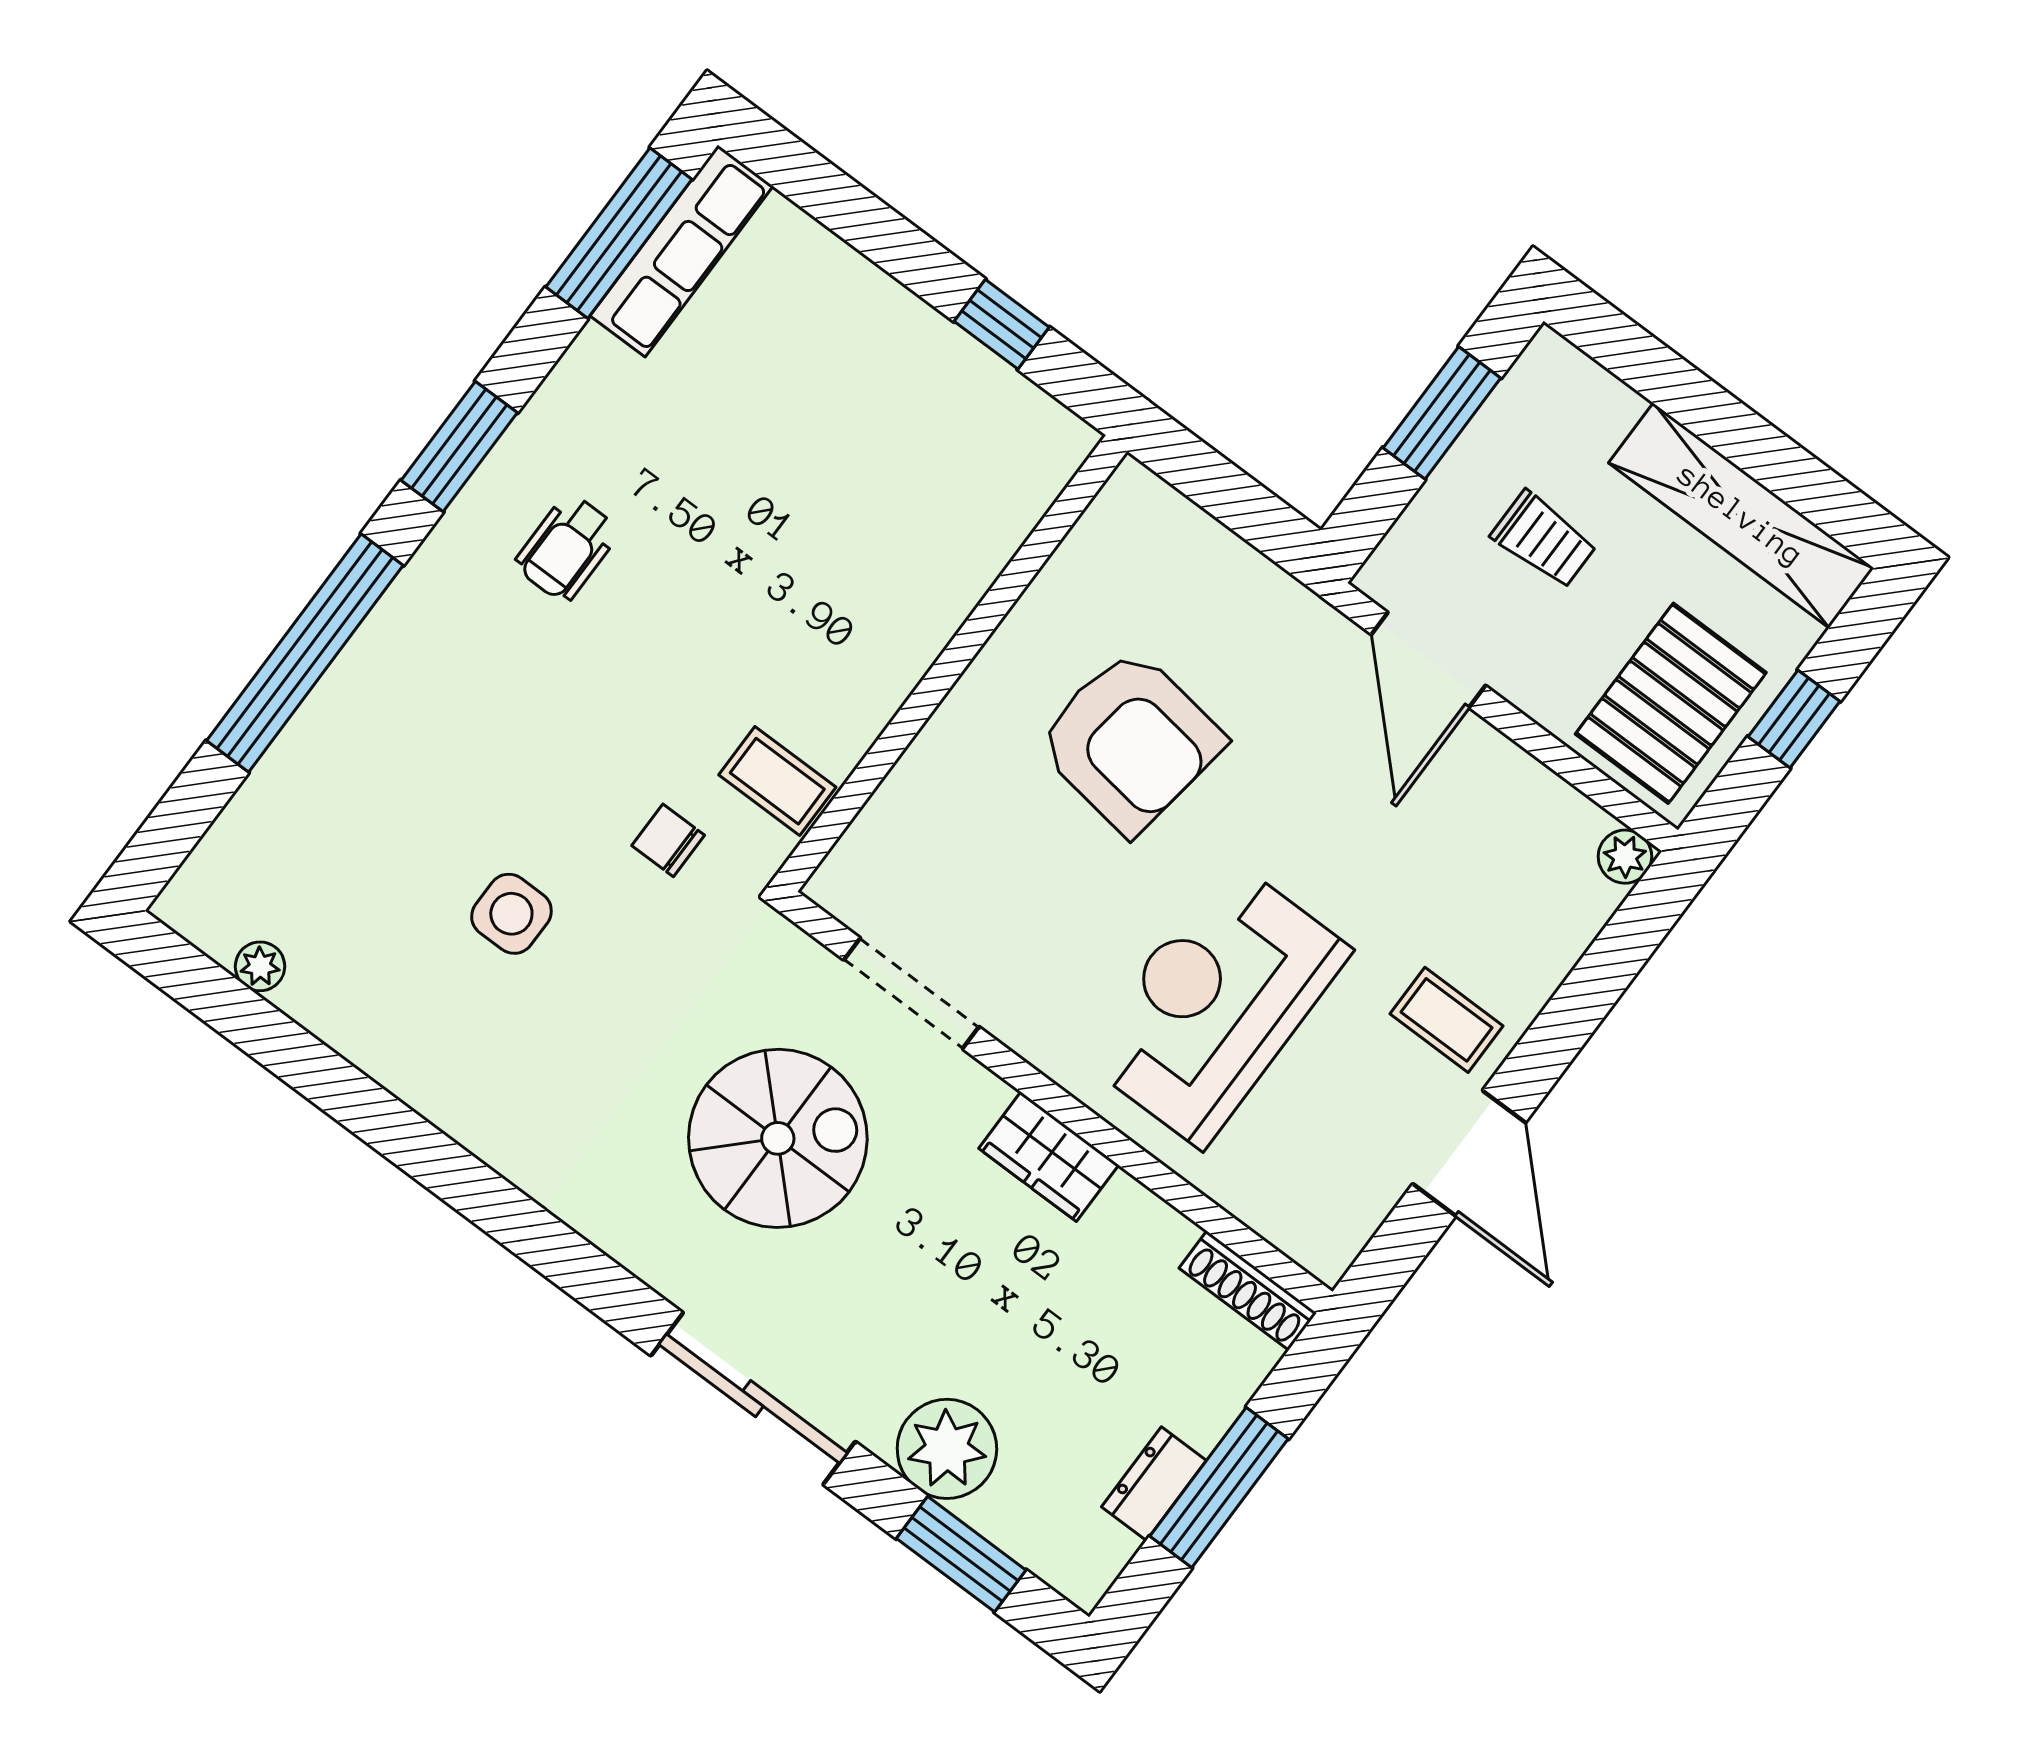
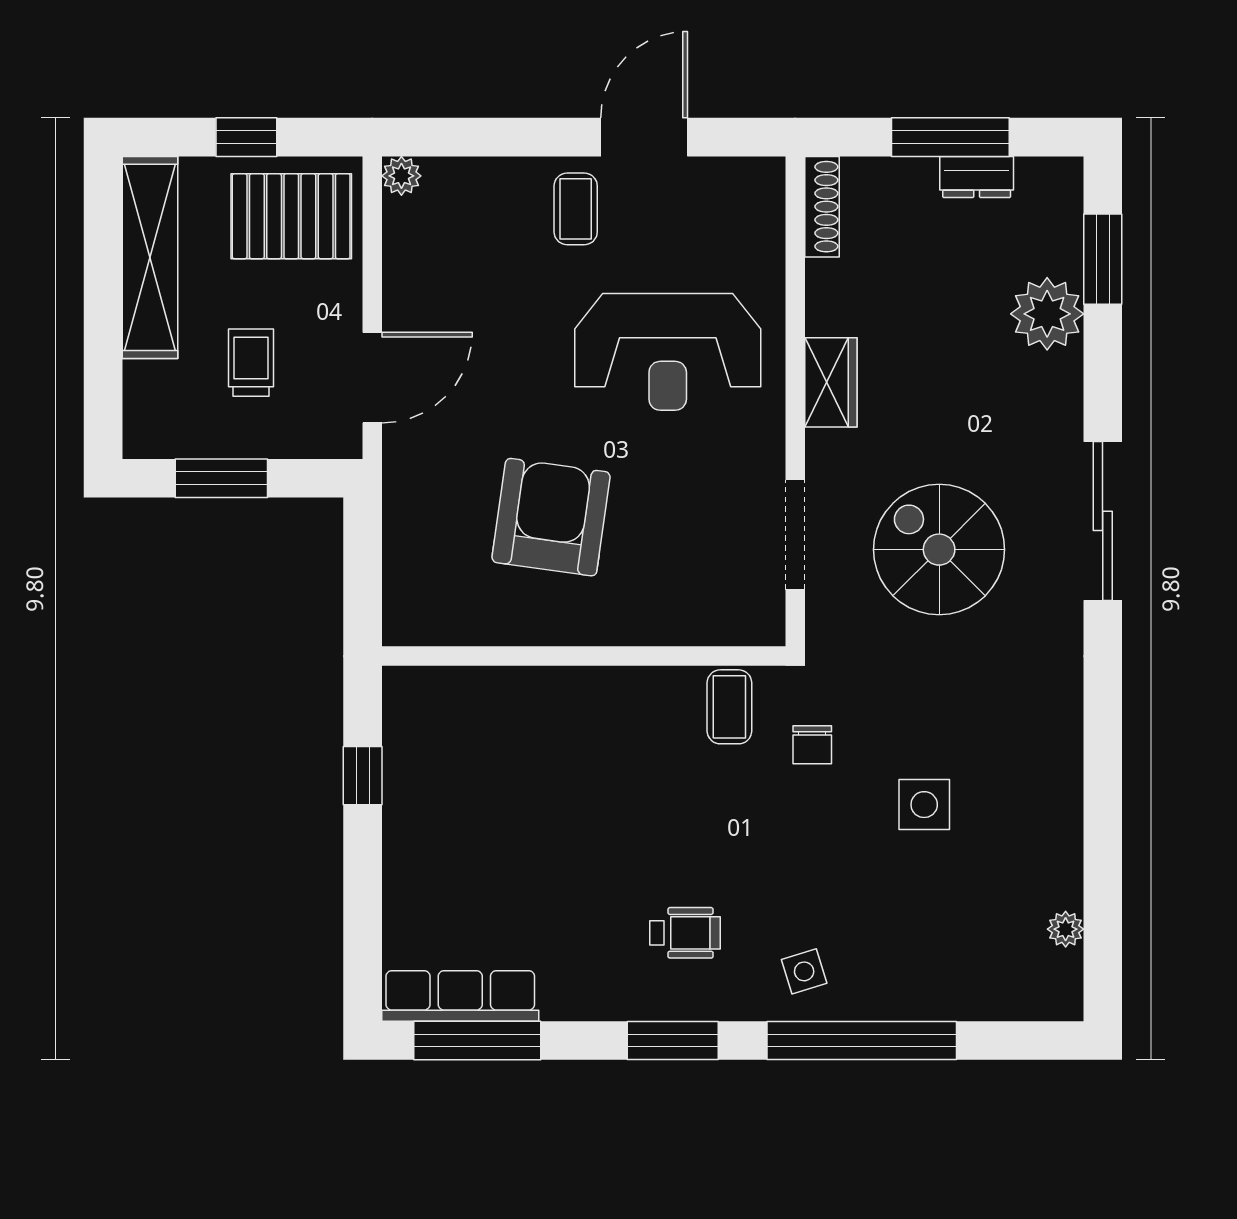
side table: (427, 646) -> (804, 971), added
sliding door: (753, 1399) -> (1103, 521), moved

